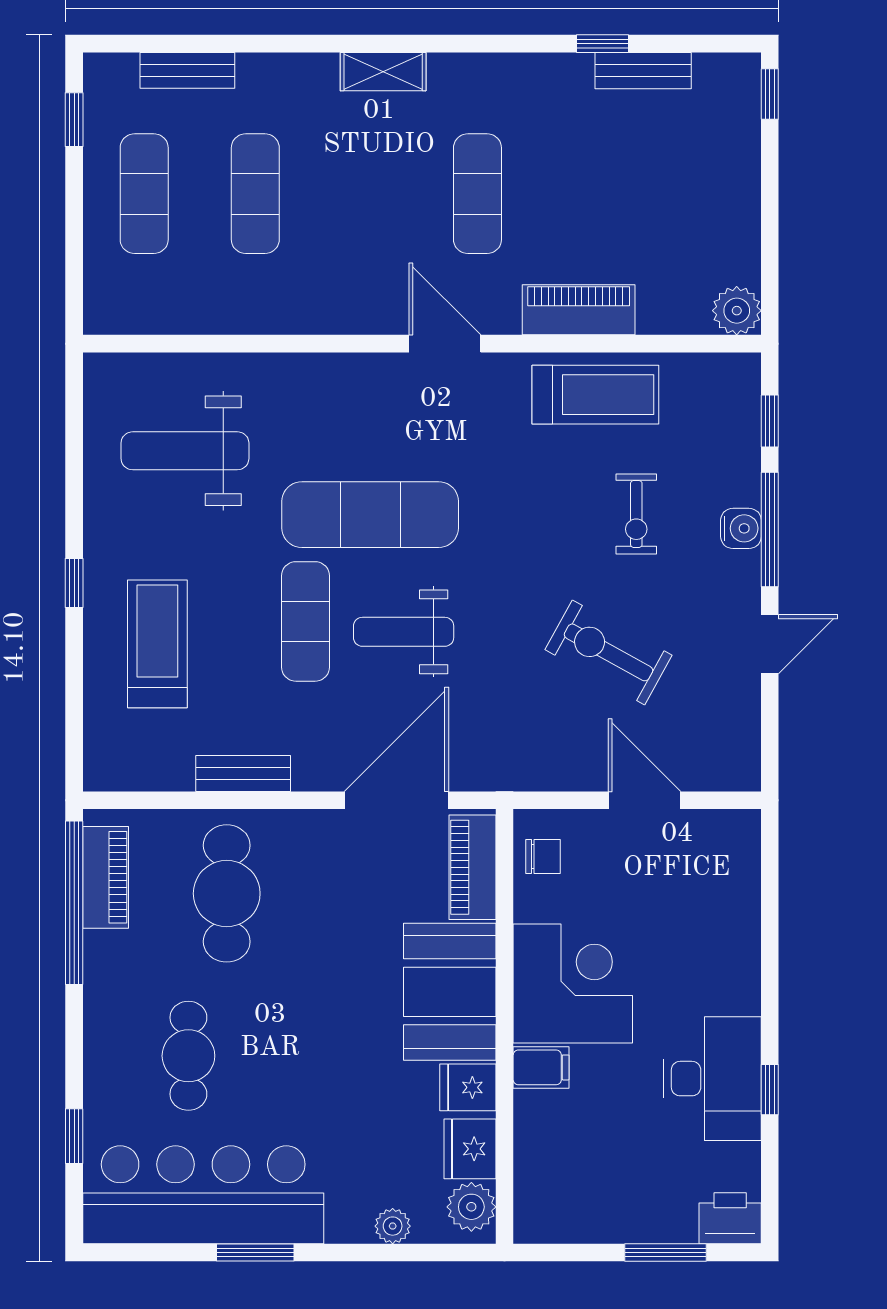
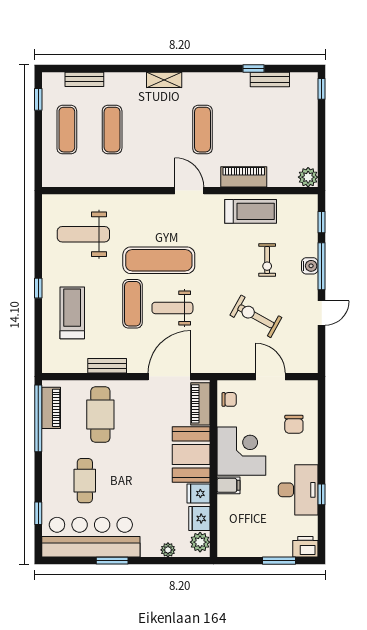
chair: (702, 917) -> (294, 424), added

